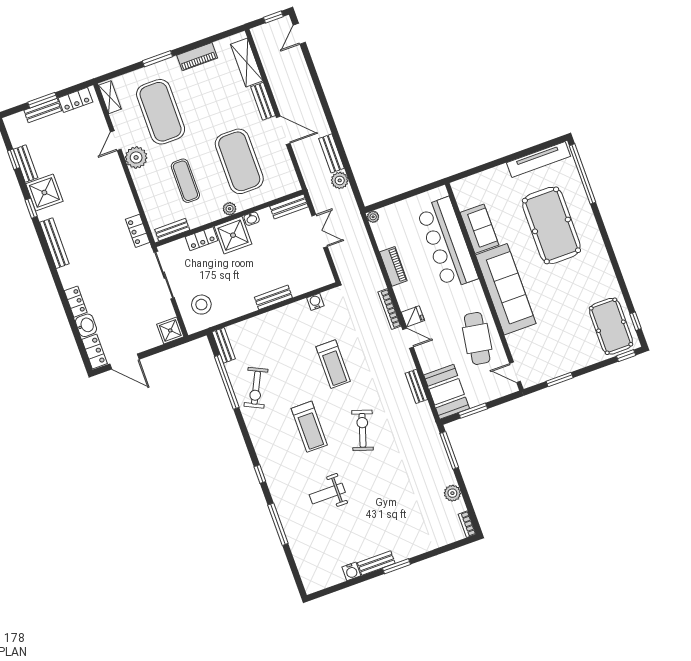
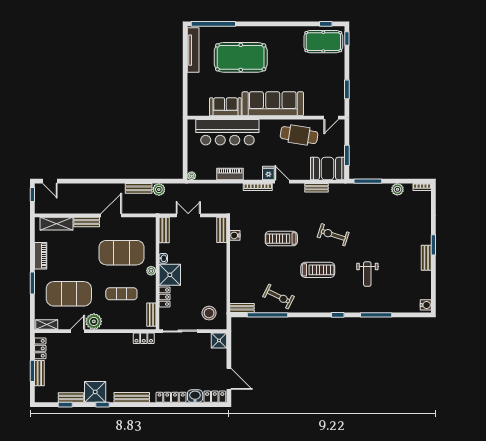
door: (116, 141) -> (77, 331), swing flipped
bench: (273, 297) -> (222, 230), moved
locker: (76, 302) -> (171, 397), width x1.53
door: (408, 338) -> (282, 182), hinge flipped
door: (124, 362) -> (229, 379), hinge flipped
treadmill: (333, 364) -> (281, 239), turned 180
water cooler: (351, 571) -> (426, 305), moved

